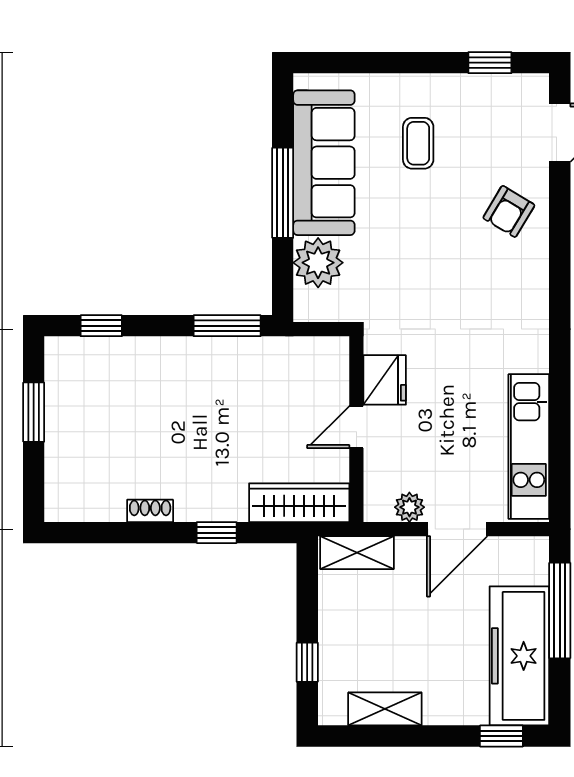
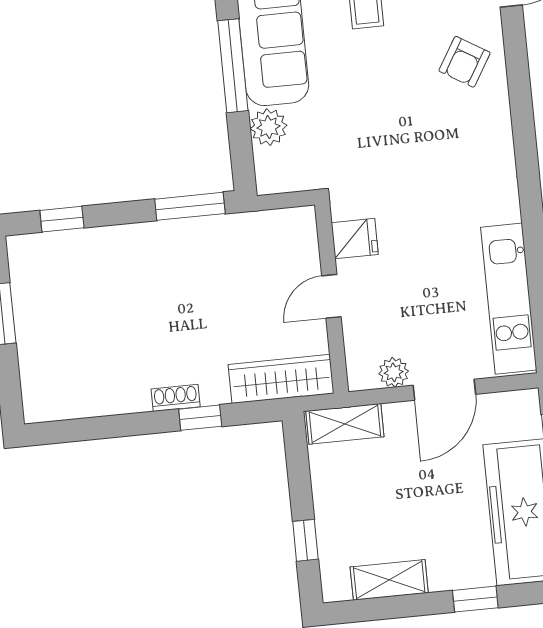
plant: (318, 263) -> (268, 127), width x0.73, depth x0.73
fridge: (385, 380) -> (355, 239), width x0.72
shoe rack: (150, 511) -> (176, 398), moved
window: (501, 736) -> (475, 599), moved

